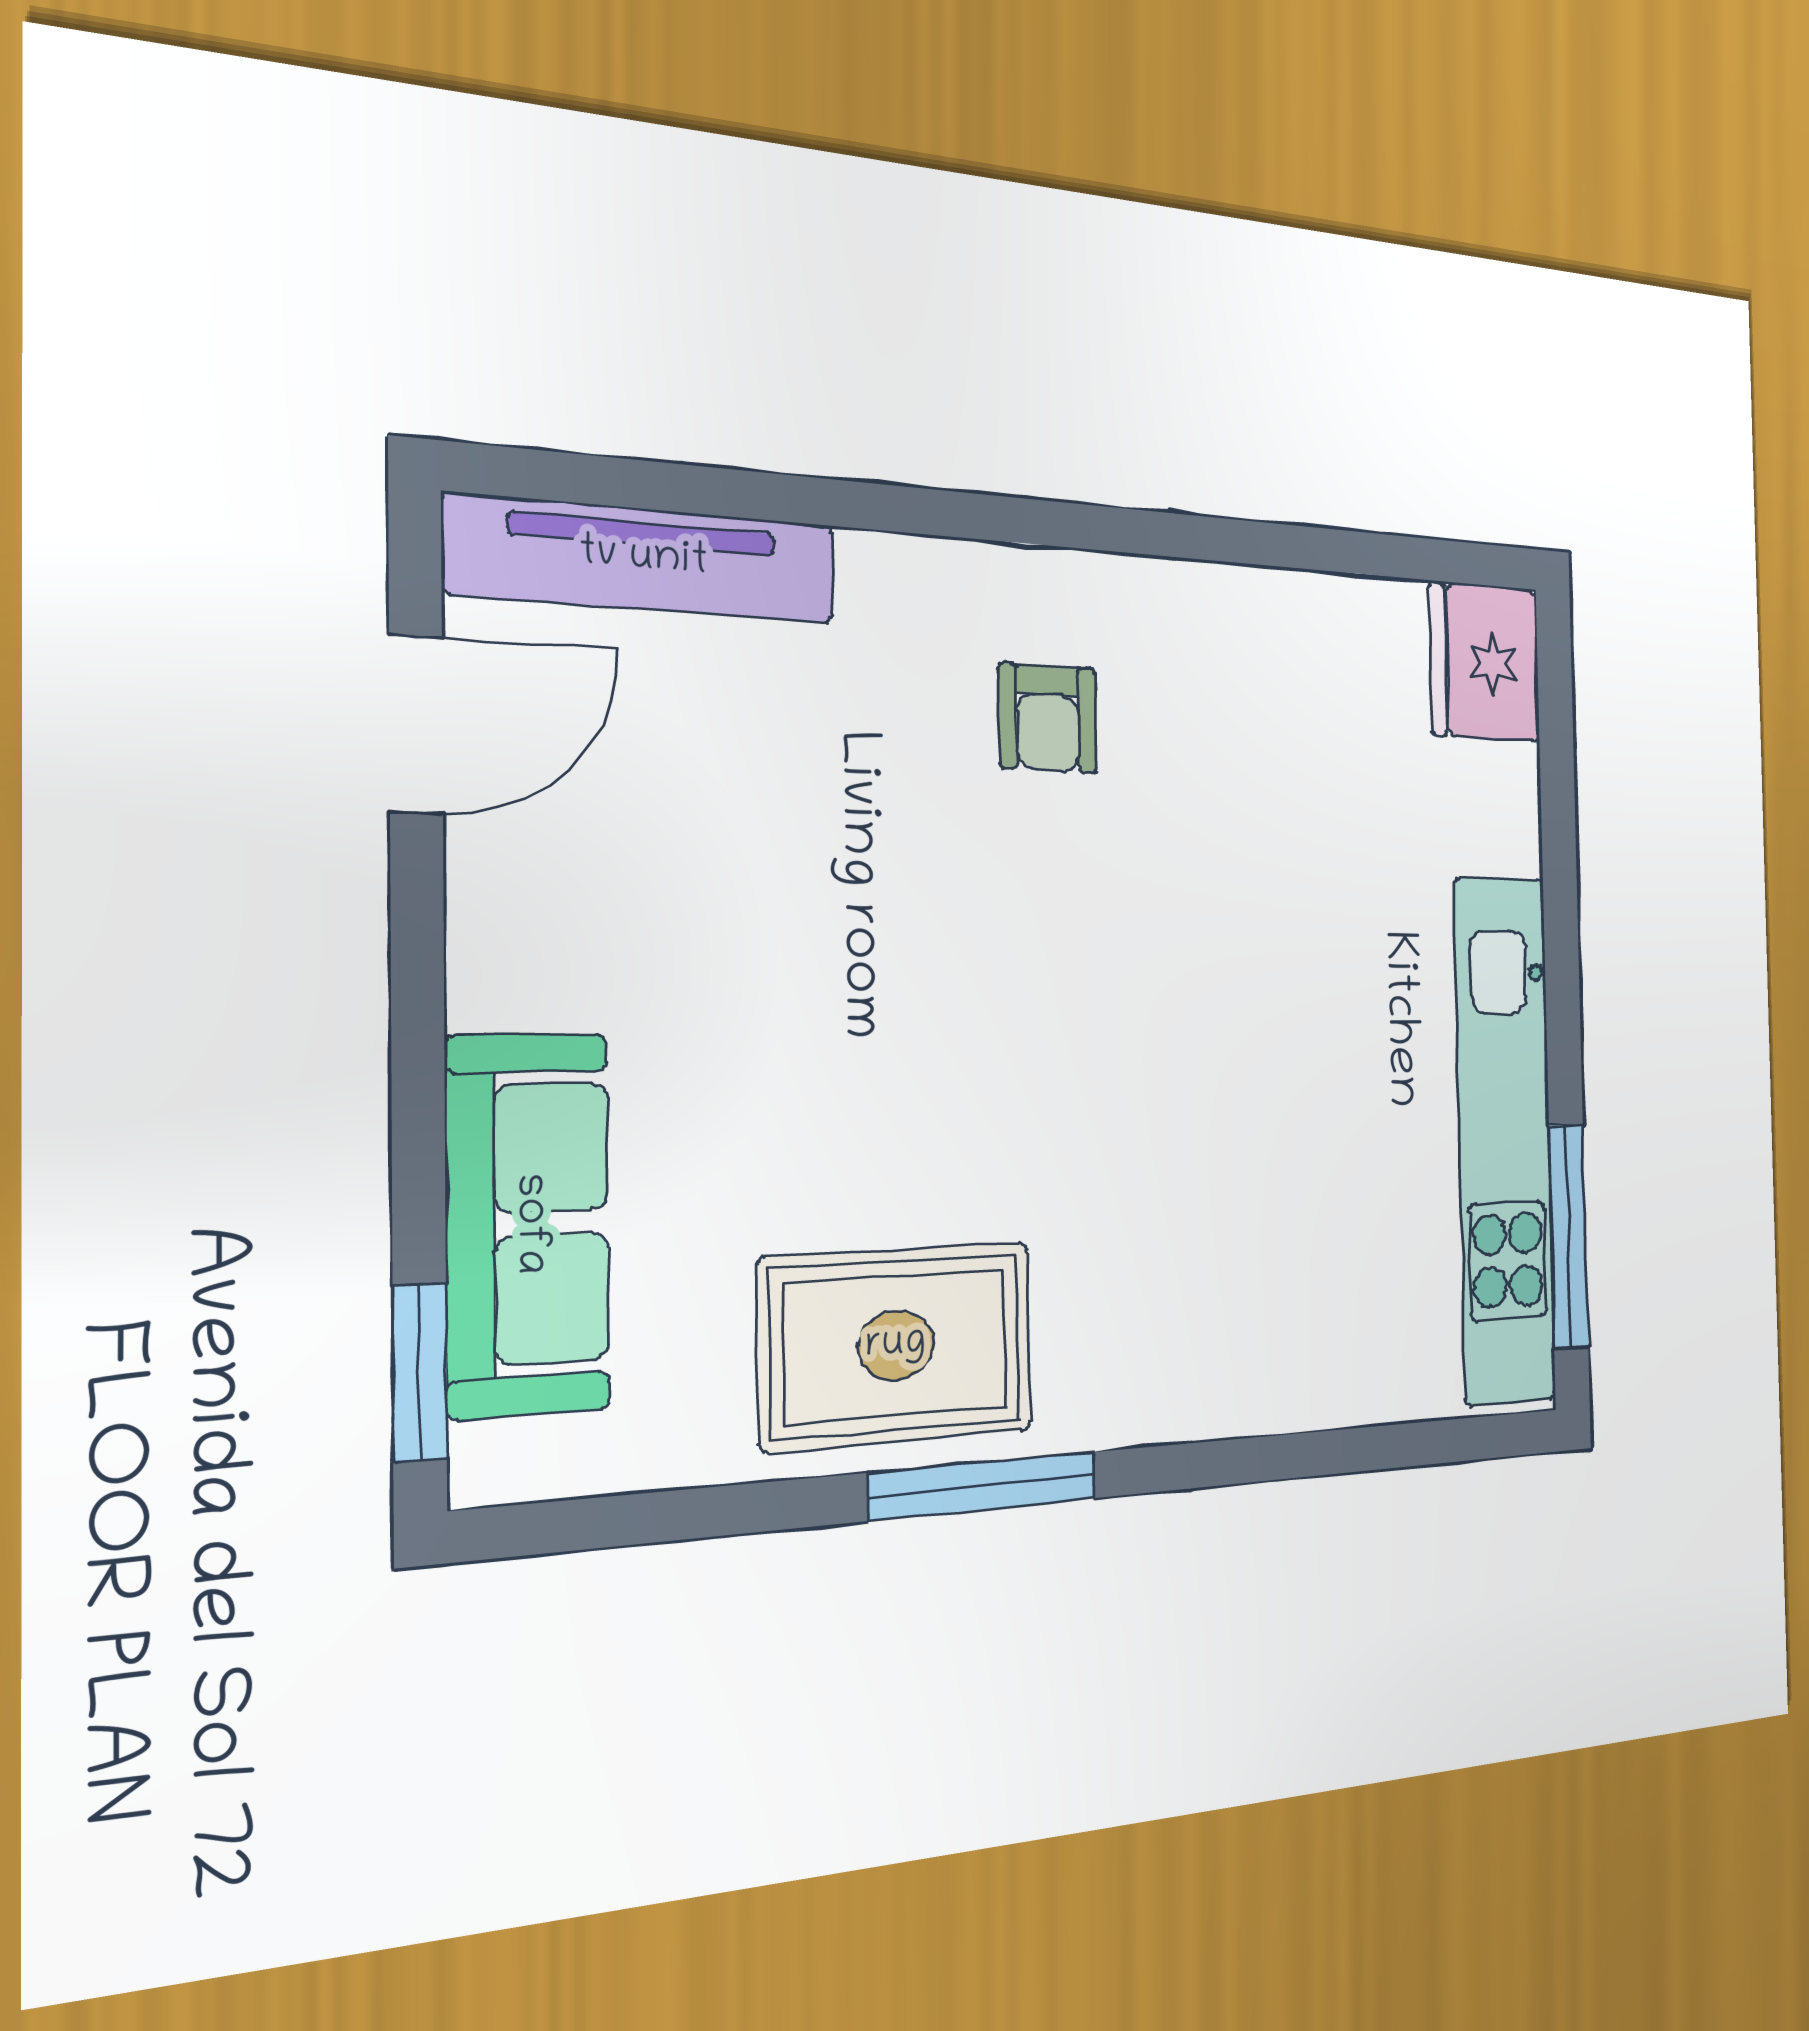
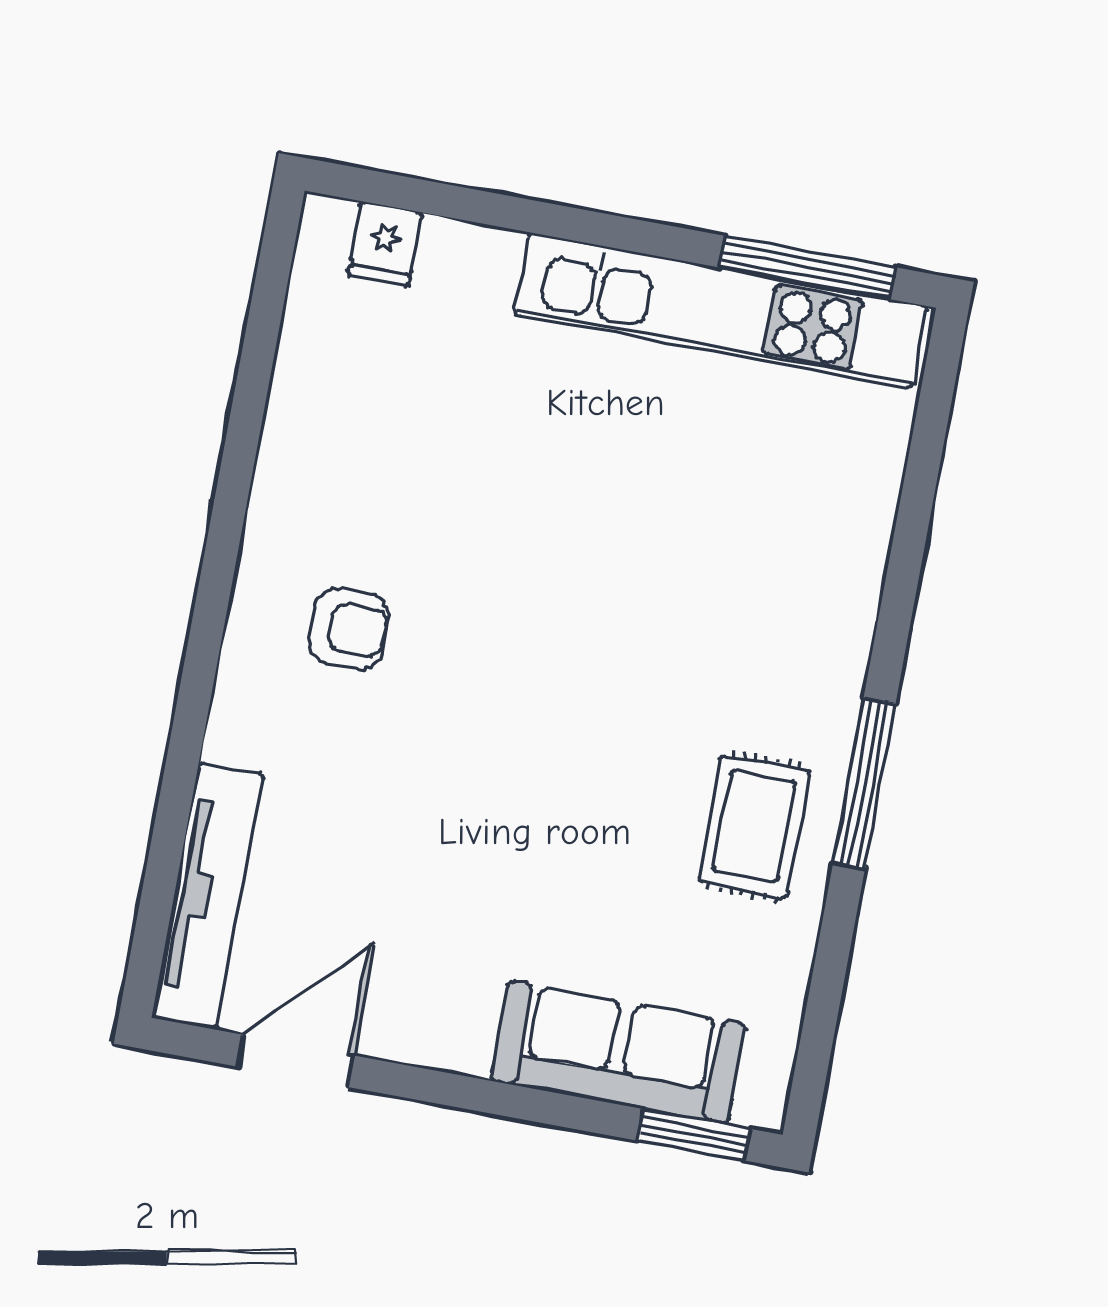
fridge: (1485, 662) -> (385, 244), width x0.53, depth x0.75
door: (416, 725) -> (296, 1061), hinge flipped
rug: (896, 1345) -> (754, 826), width x0.73, depth x0.70

